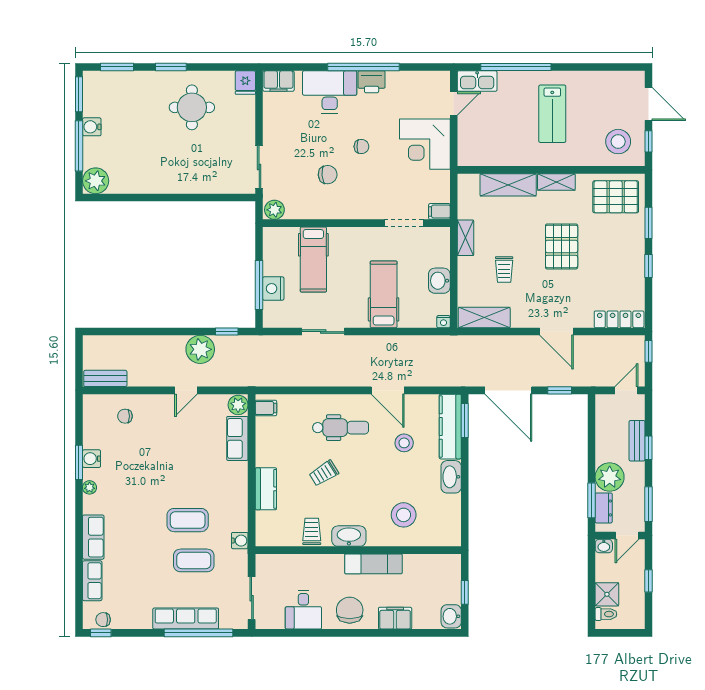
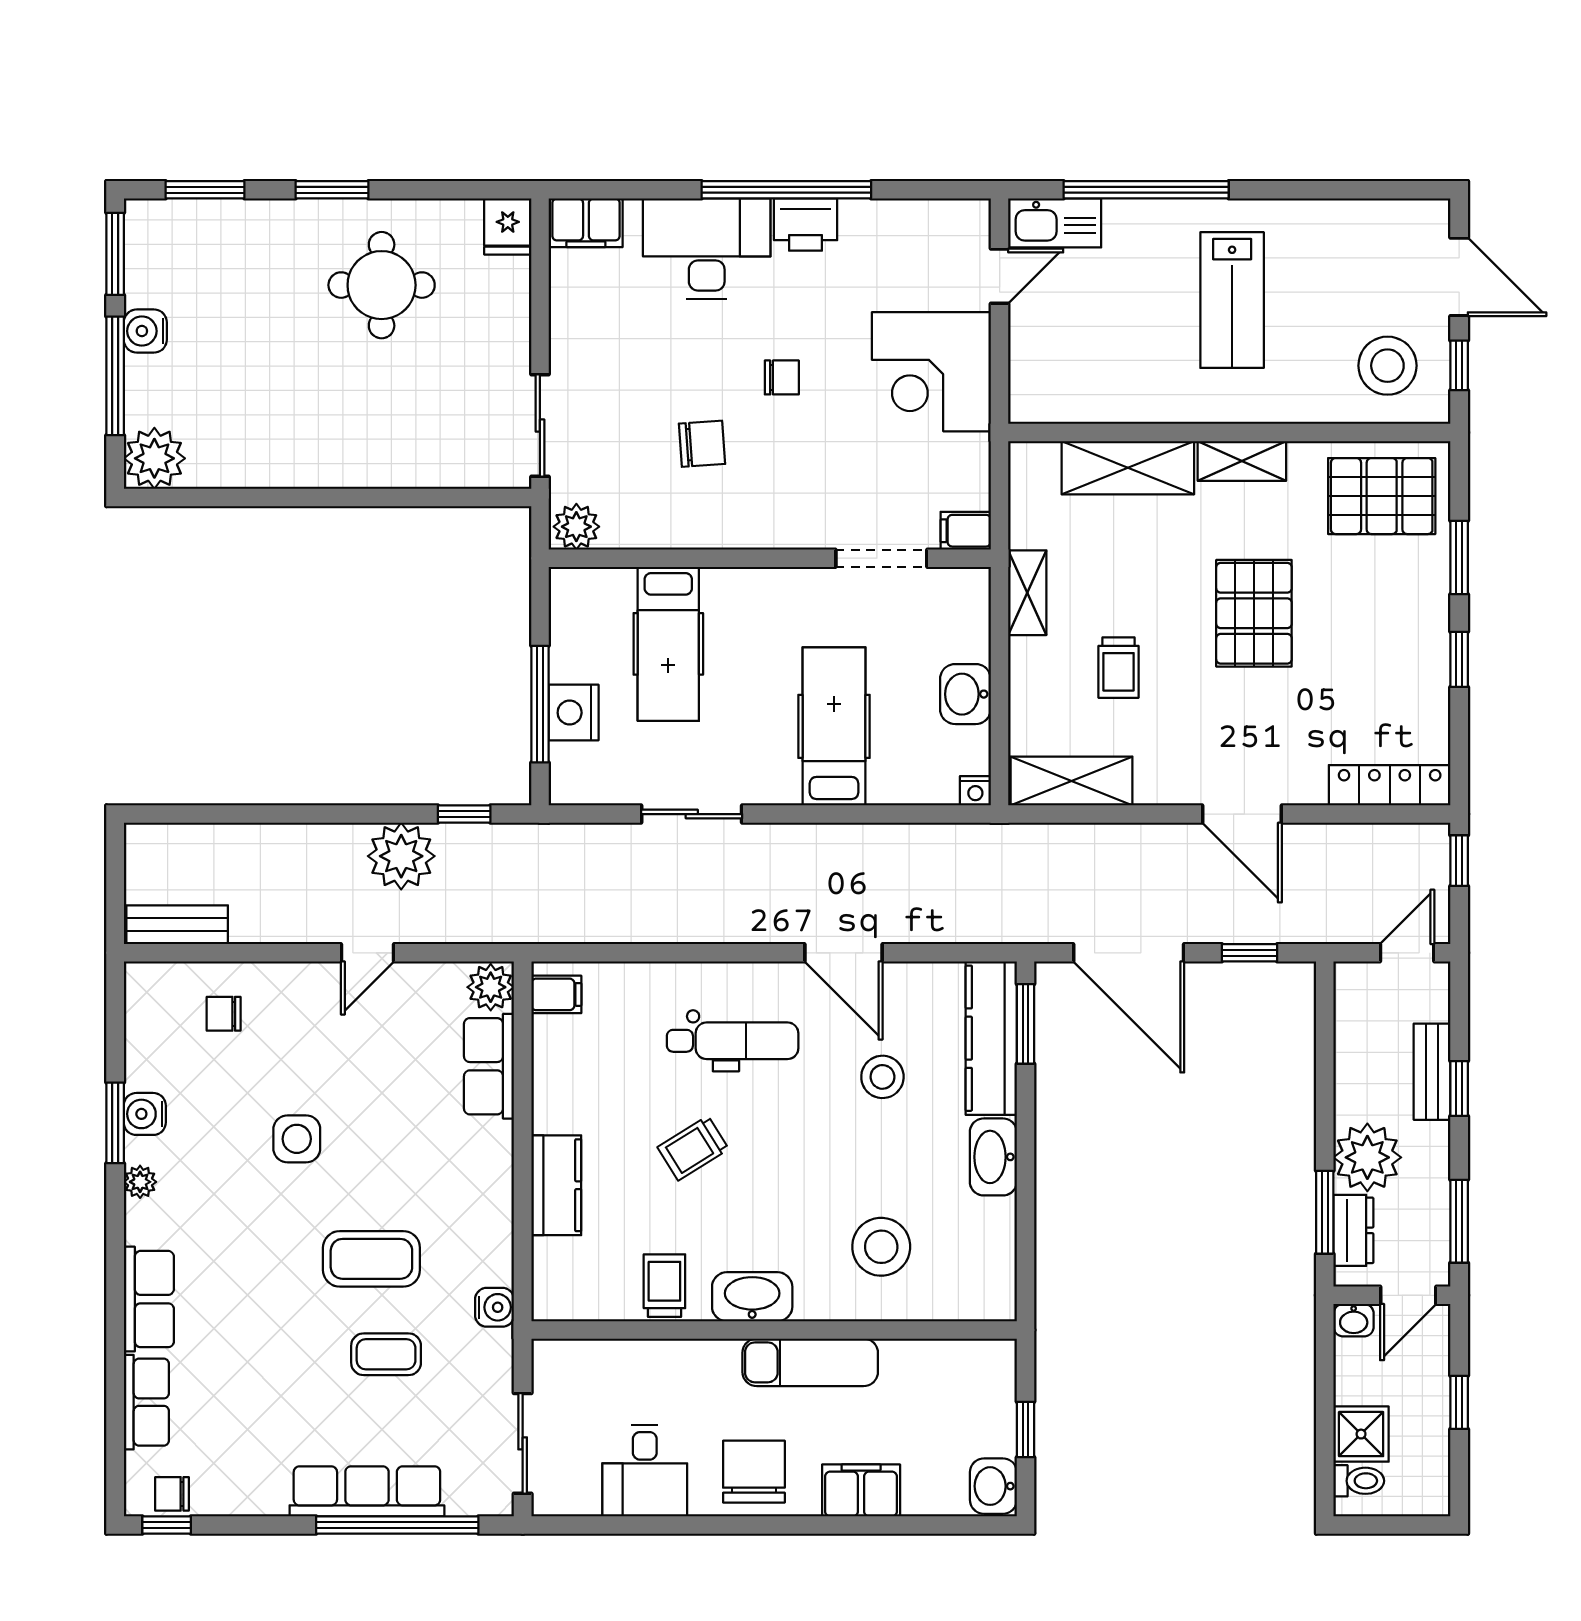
side table: (156, 469) -> (297, 1139), added
coffee table: (194, 560) -> (386, 1354), width x0.73, depth x0.77

